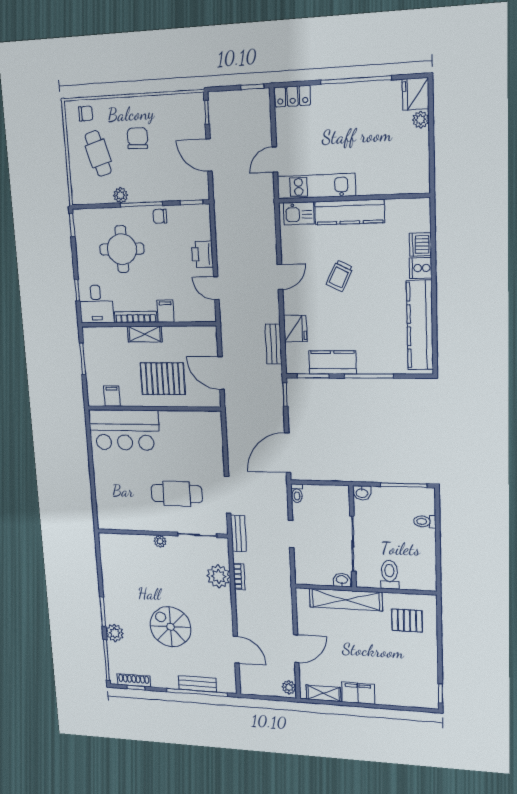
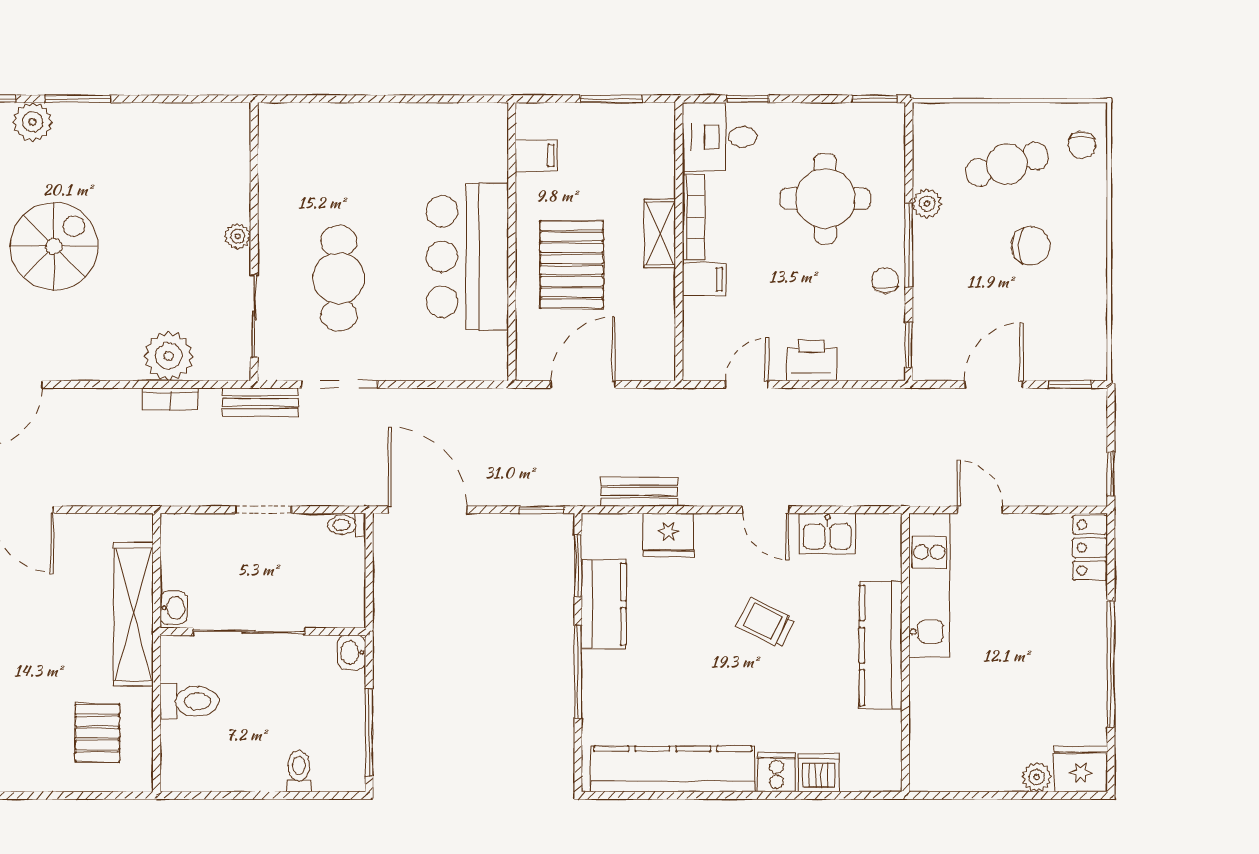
kitchen sink: (299, 213) -> (827, 534), moved, turned -90
bar counter: (124, 430) -> (467, 257), moved

